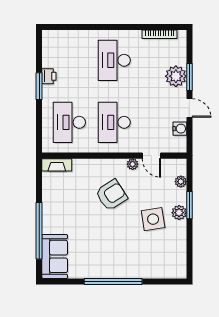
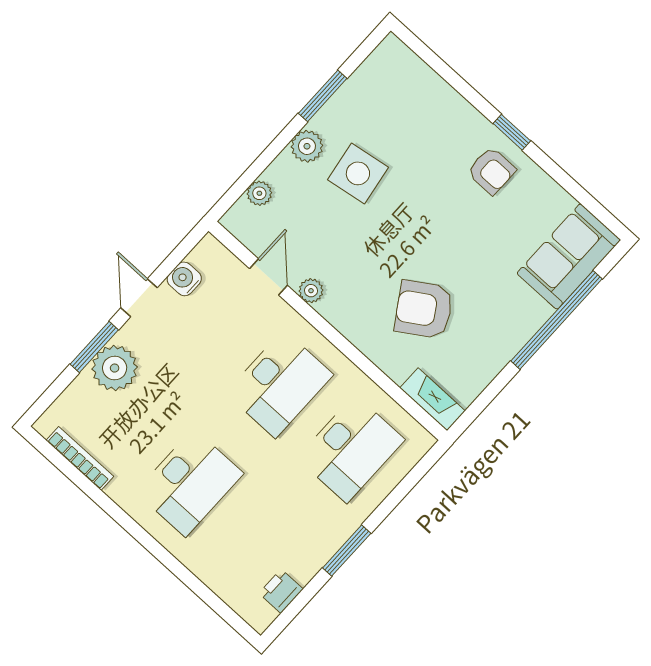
printer: (49, 76) -> (281, 591), moved
armchair: (111, 195) -> (424, 309), moved
window: (189, 205) -> (323, 96), moved
armchair: (108, 262) -> (491, 171), added
window: (113, 281) -> (512, 132), width x0.32

